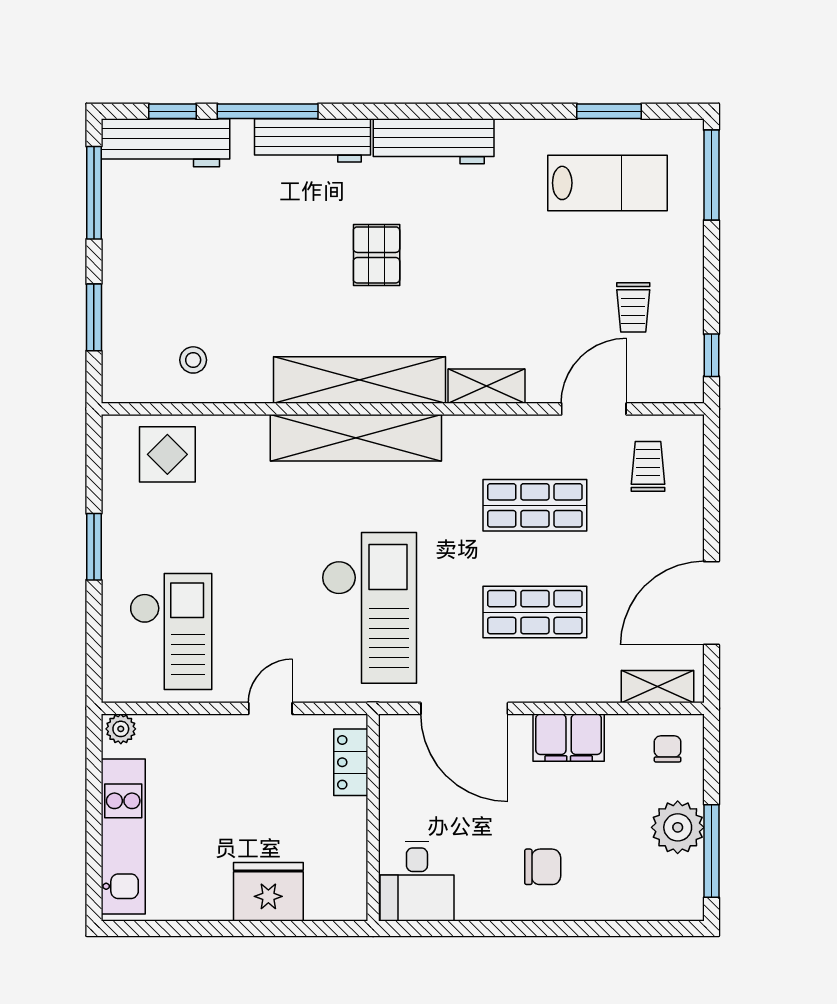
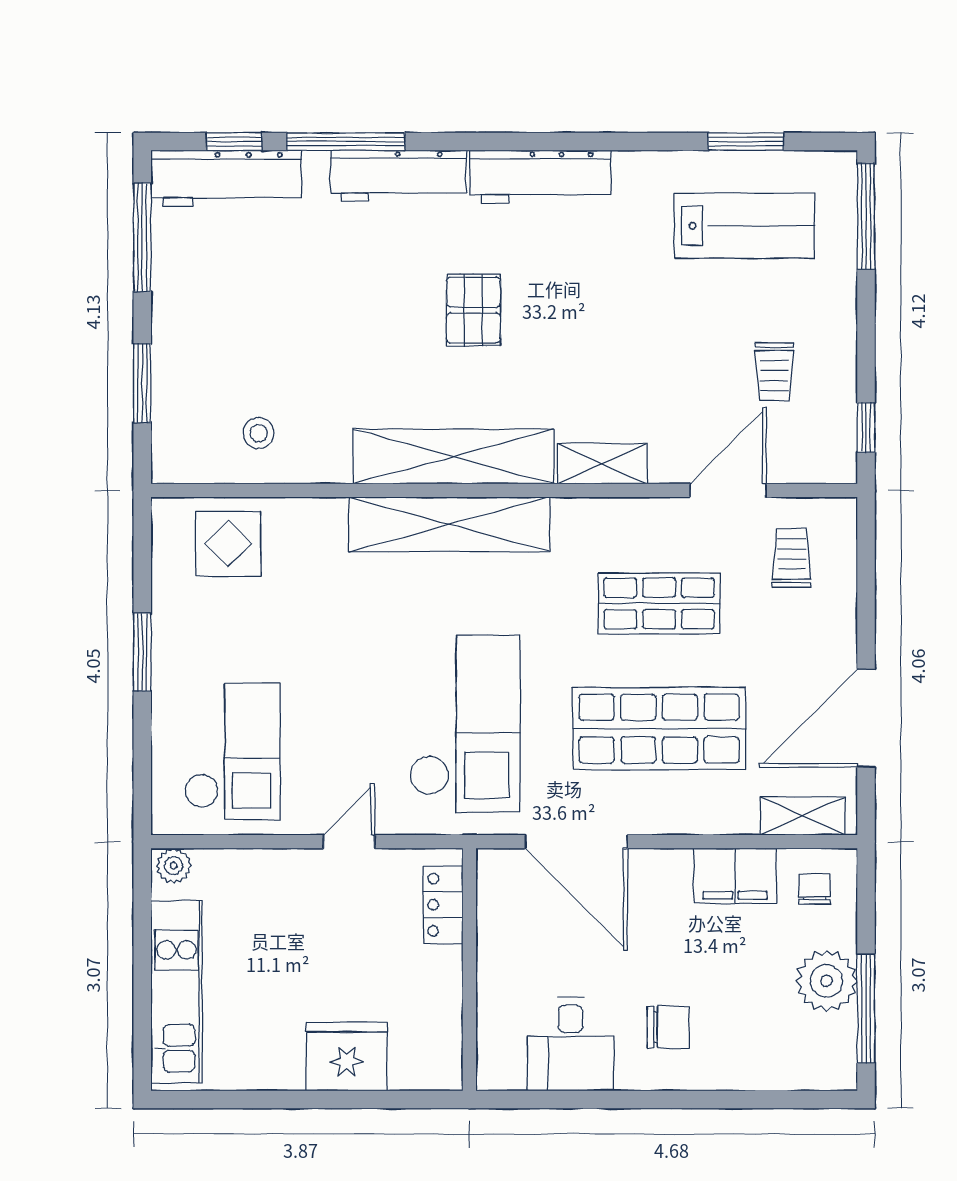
shop shelf: (535, 612) -> (659, 729), width x1.43, depth x1.36
filing cabinet: (569, 738) -> (735, 876), moved
desk: (417, 881) -> (571, 1044), moved

